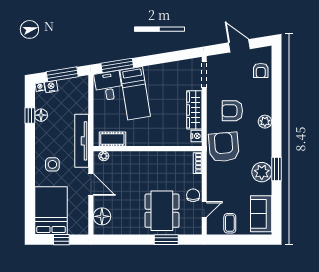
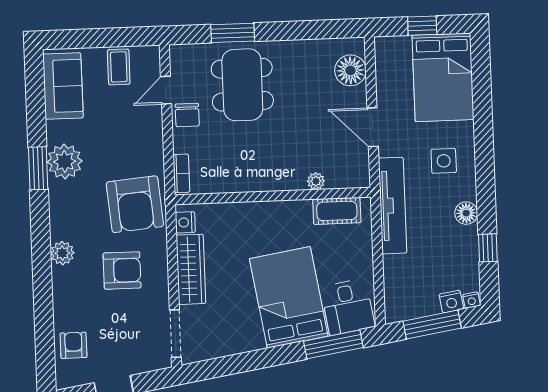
bed: (135, 93) -> (289, 297), width x1.50
floor lamp: (41, 115) -> (466, 213), moved
plant: (104, 156) -> (316, 181), moved

